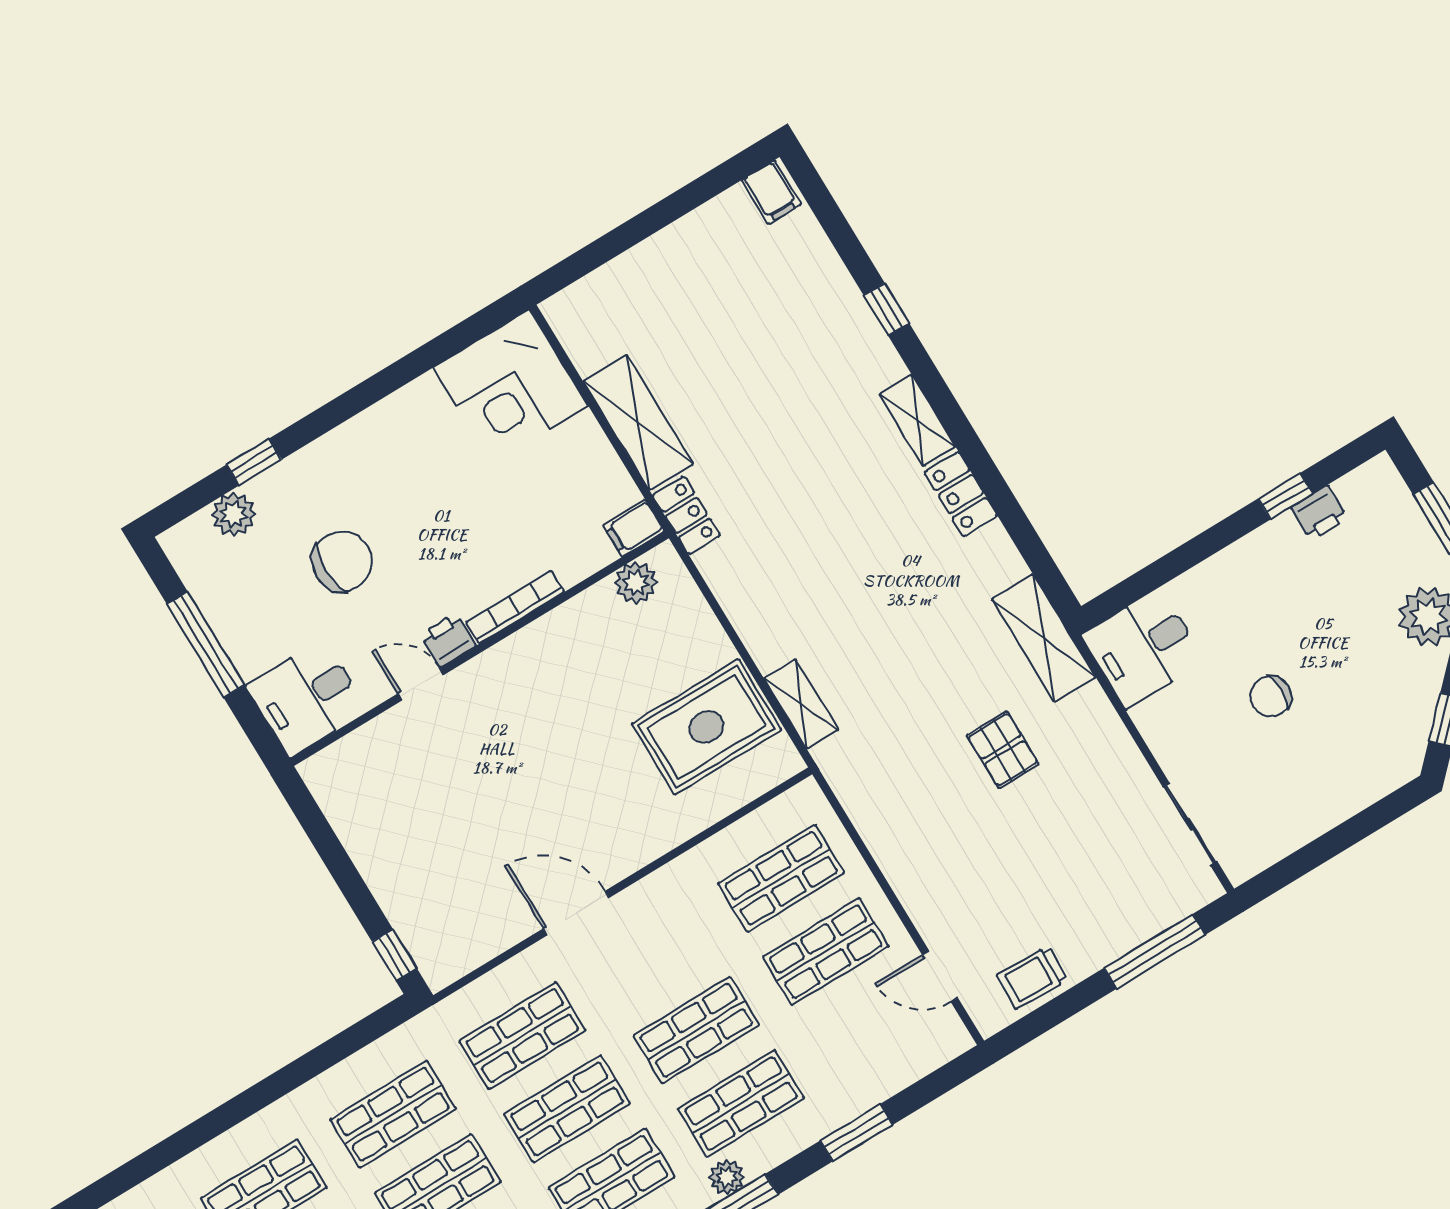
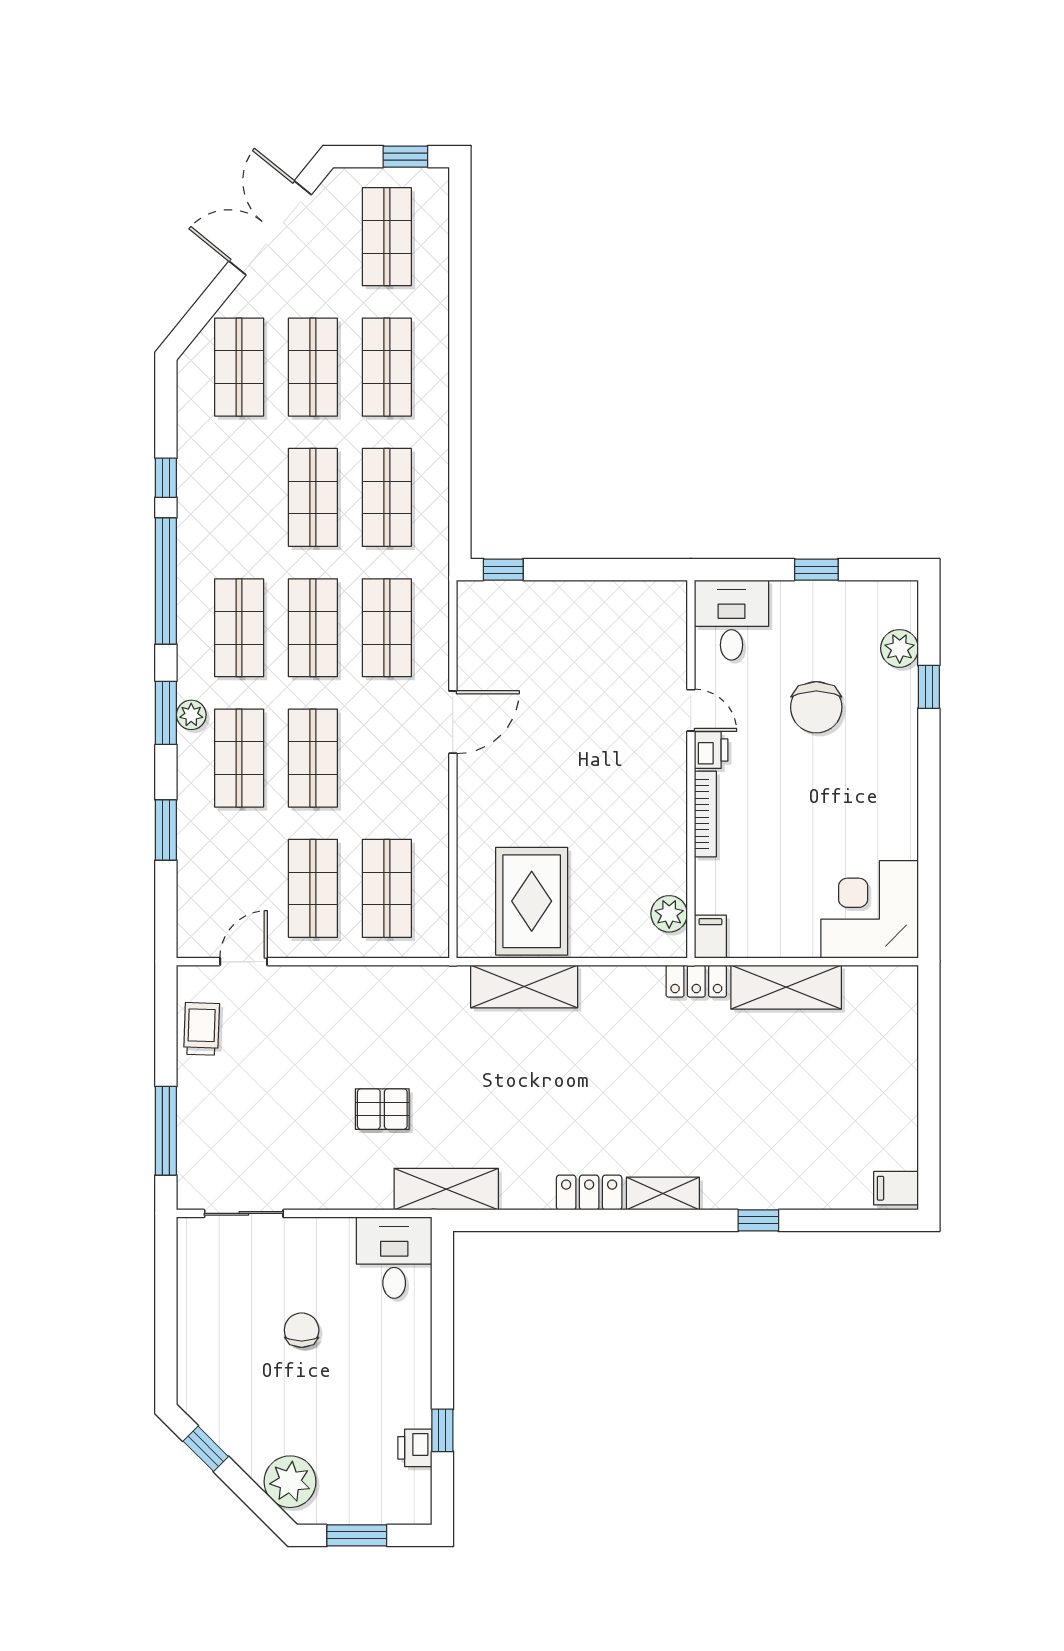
window: (206, 645) -> (816, 570), width x0.46
door: (421, 684) -> (691, 710), hinge flipped
shelving: (801, 704) -> (524, 986), width x1.50, depth x1.33

